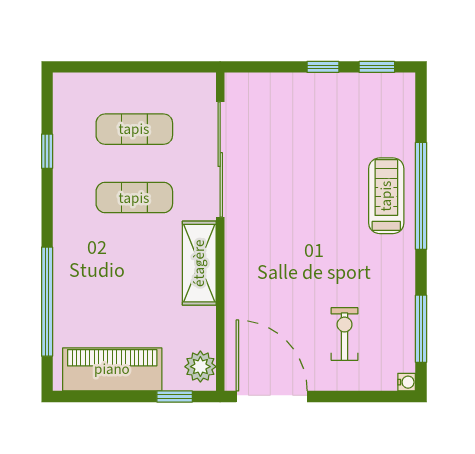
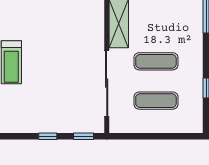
window: (377, 67) -> (83, 136), moved

